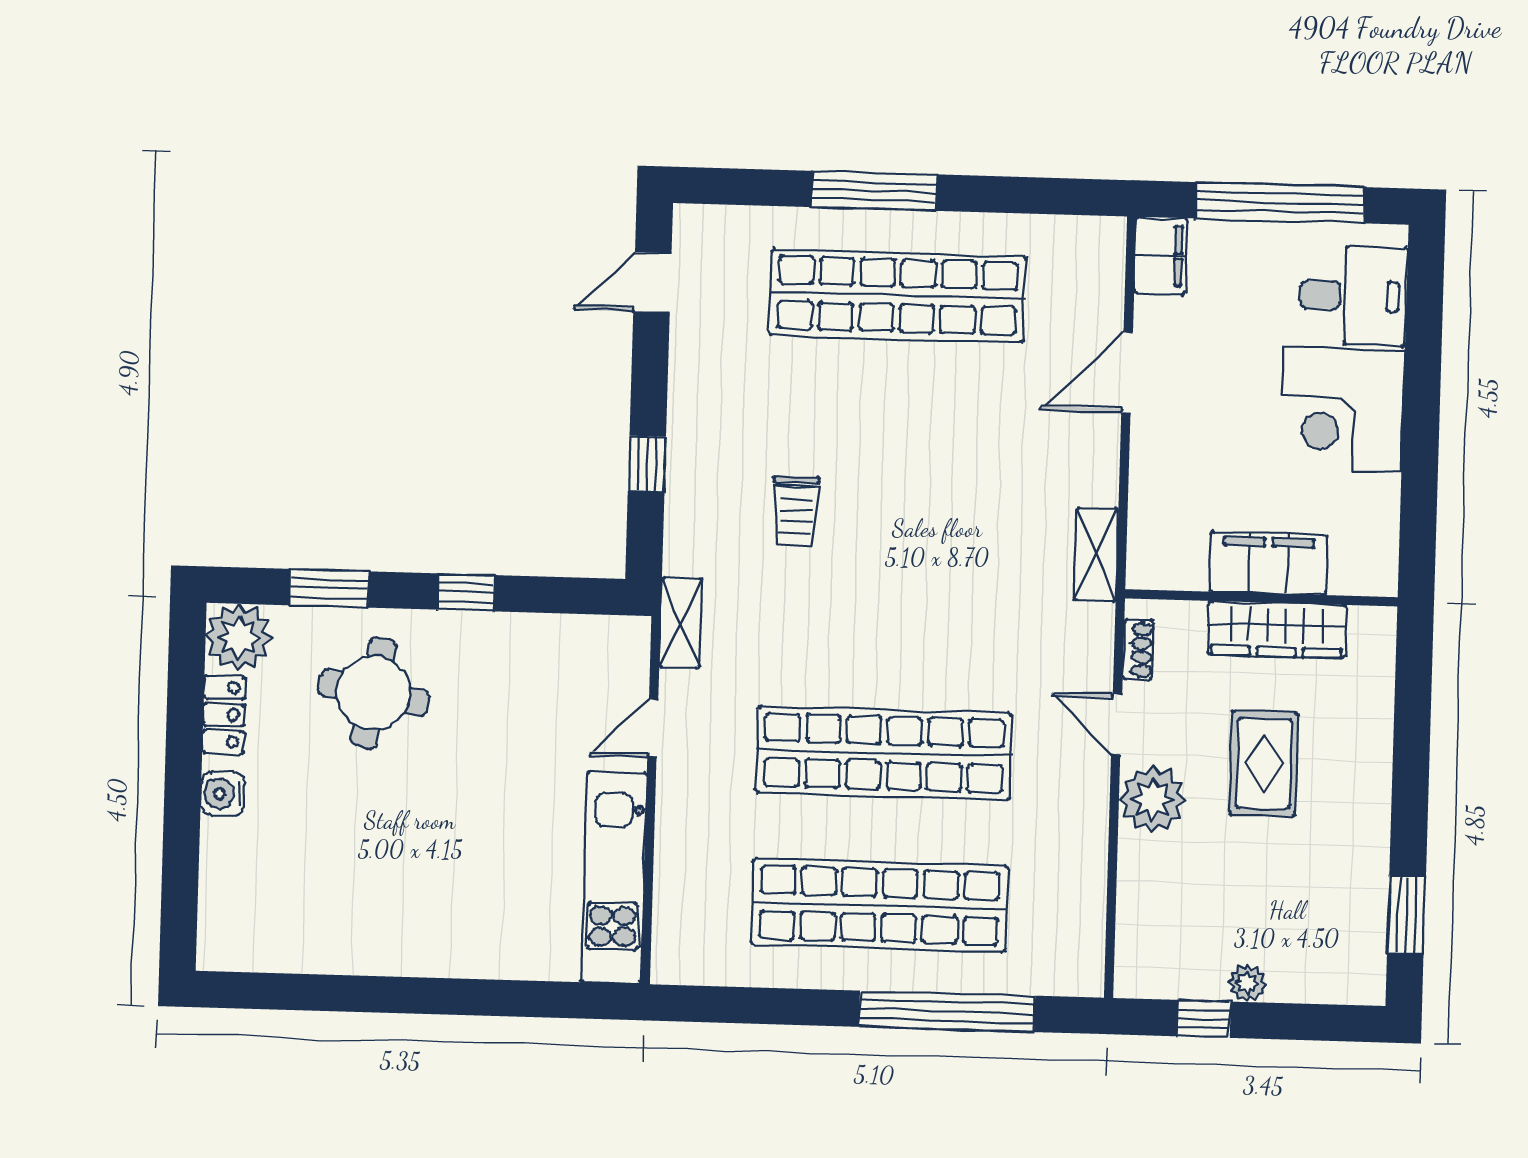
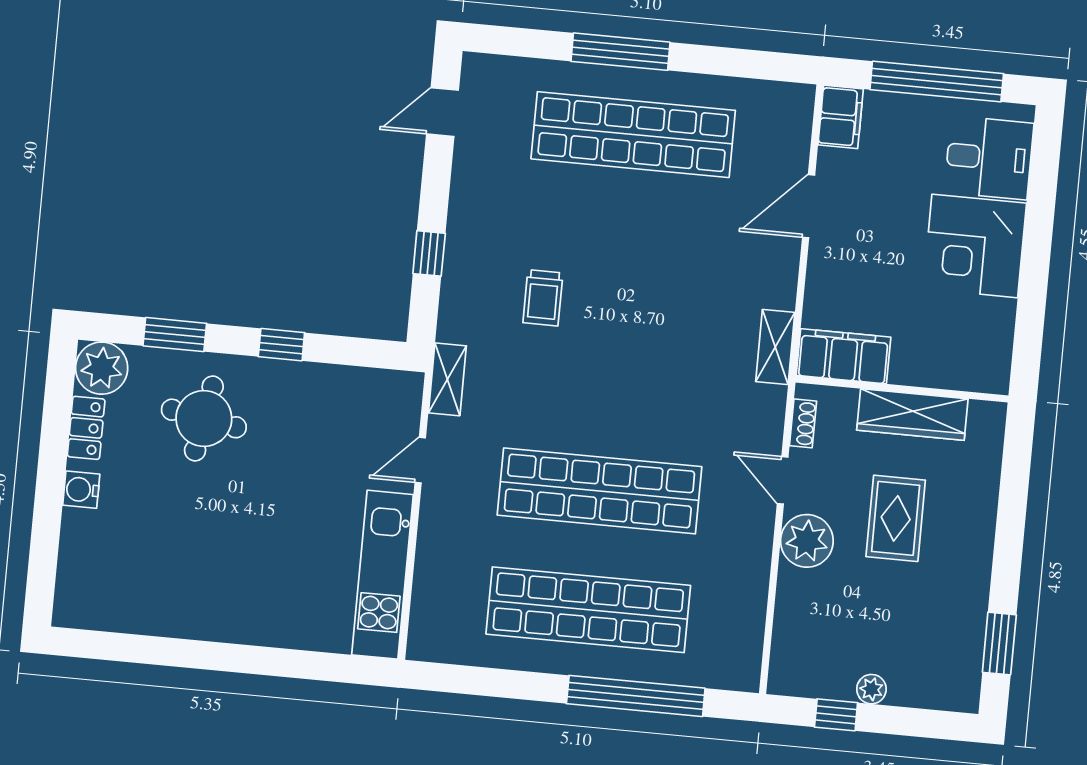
filing cabinet: (1268, 563) -> (843, 356), moved

